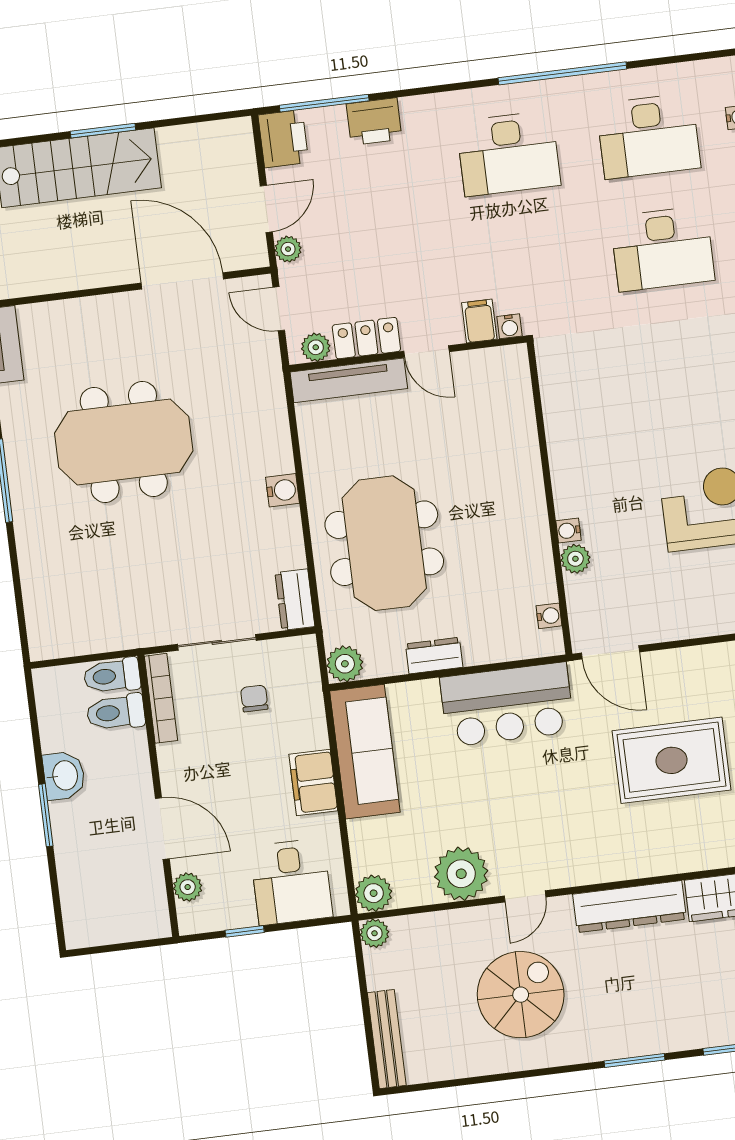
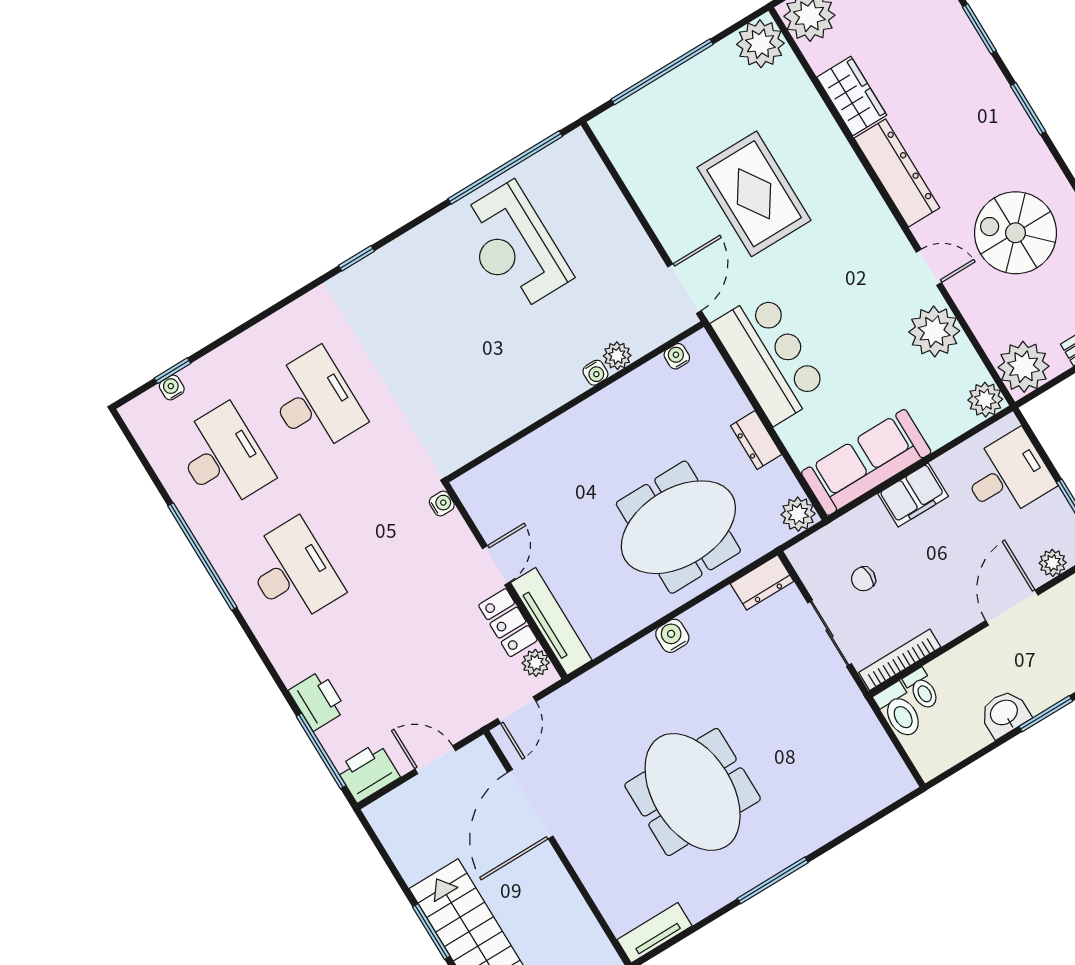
plant: (288, 249) -> (462, 725), removed
filing cabinet: (479, 321) -> (449, 532), removed
toilet: (116, 712) -> (922, 689), width x0.73, depth x0.72
plant: (374, 933) -> (1024, 367), width x1.88, depth x1.88

